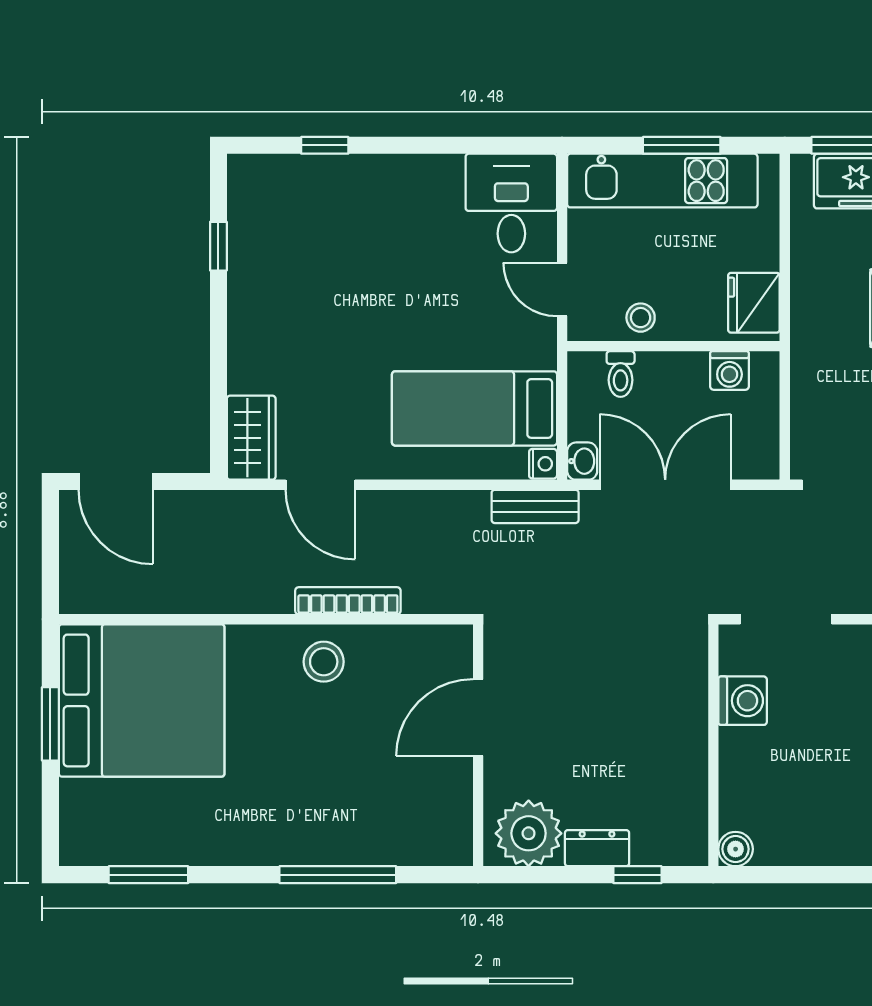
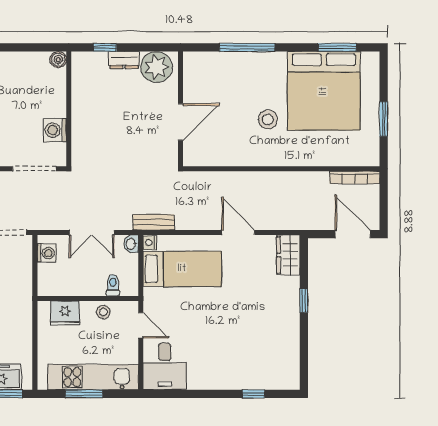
window: (218, 246) -> (304, 301), moved
fridge: (754, 303) -> (65, 313), moved, turned 90
washing machine: (729, 370) -> (46, 253), moved, turned 90
door: (320, 485) -> (238, 233), moved
double door: (665, 485) -> (92, 233), width x0.73
bookcase: (348, 601) -> (355, 178), moved
stool: (324, 662) -> (268, 119), moved
bed: (142, 700) -> (324, 91), moved, turned -90

